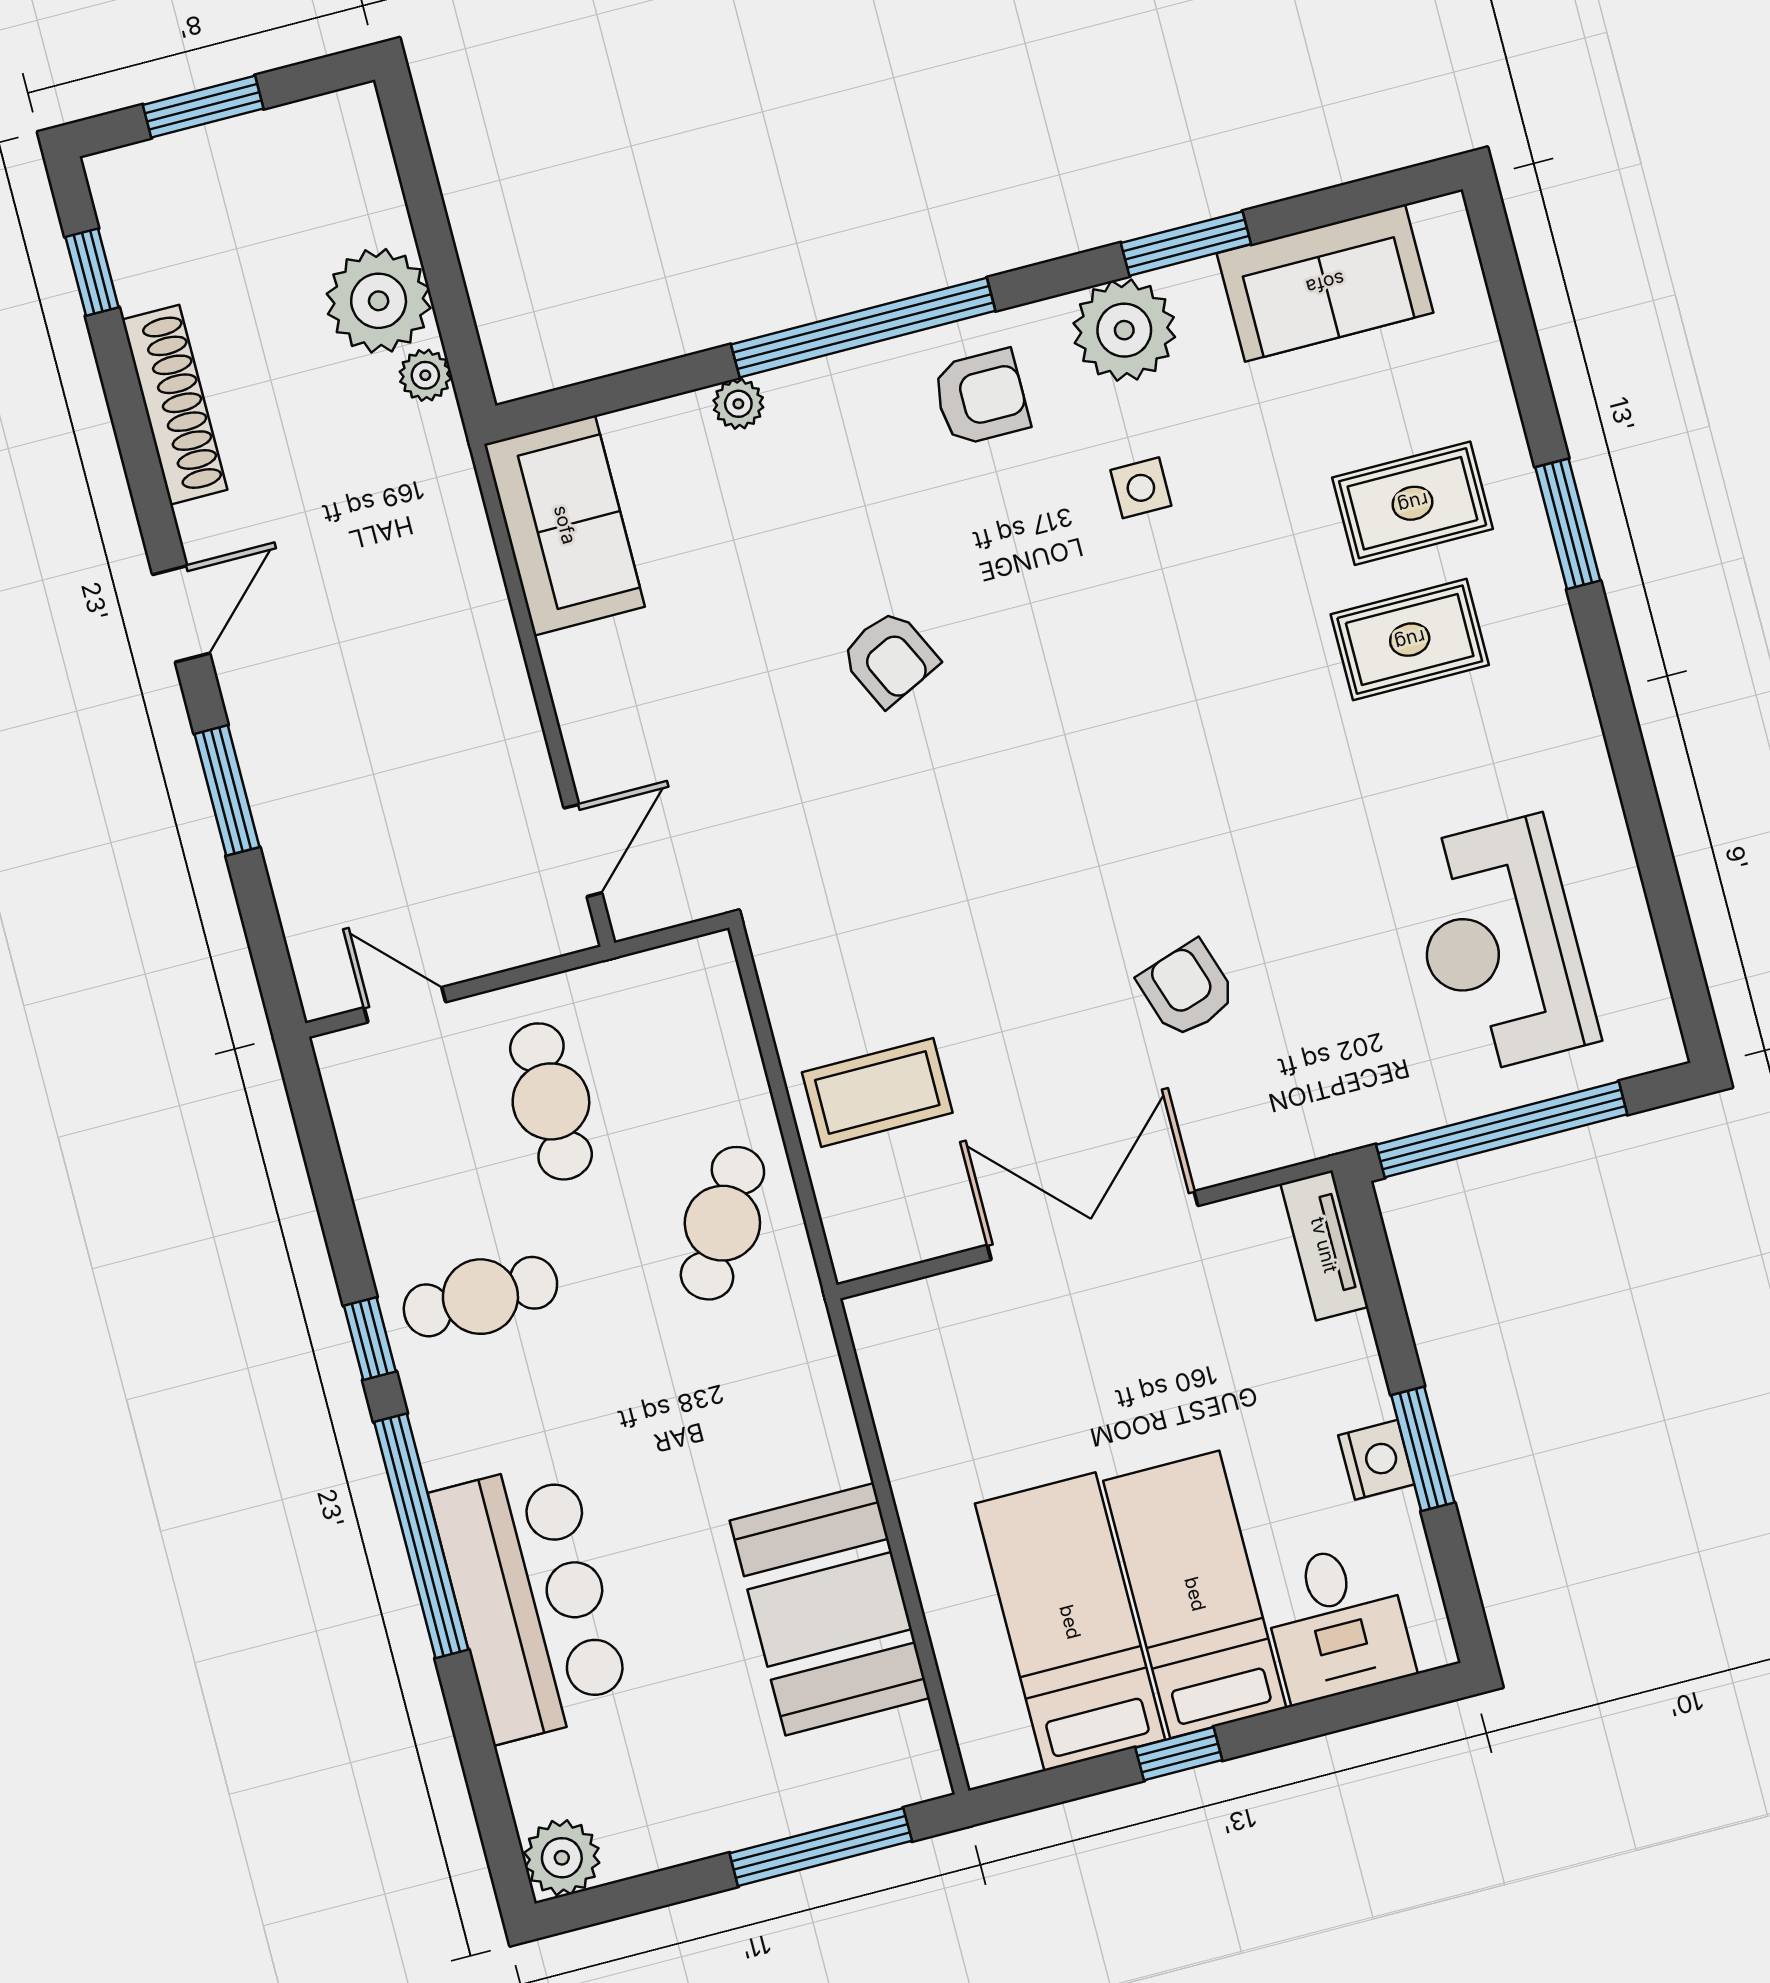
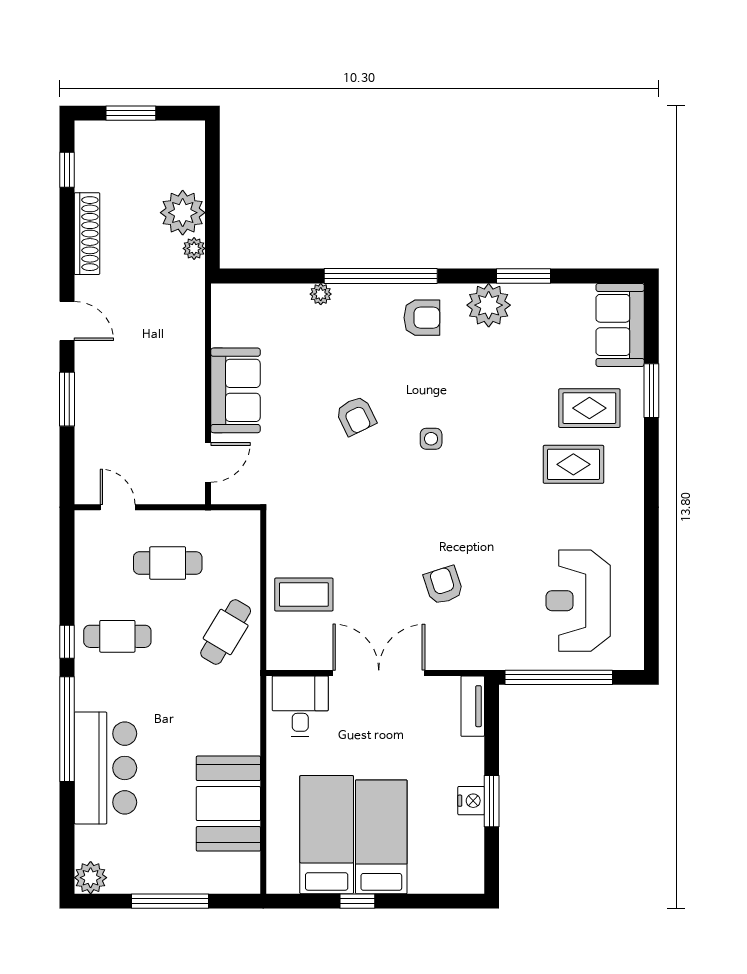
sofa: (1325, 283) -> (620, 325), moved, turned 90
side table: (1141, 488) -> (431, 439), moved
window: (1568, 524) -> (651, 391), moved
sofa: (565, 525) -> (235, 390), moved
door: (181, 614) -> (67, 321), hinge flipped
cafe table: (551, 1101) -> (168, 563), turned 90
desk: (1337, 1622) -> (300, 706), moved, turned 180
window: (821, 1847) -> (170, 901), moved

